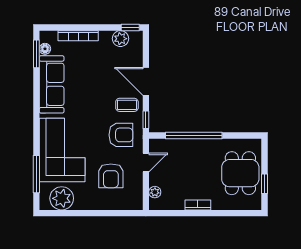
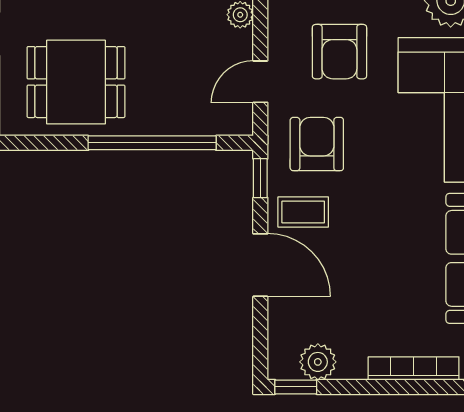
armchair: (121, 135) -> (317, 144), turned 90
dining table: (240, 173) -> (76, 82), moved, turned 90
armchair: (111, 176) -> (339, 52), turned 180

